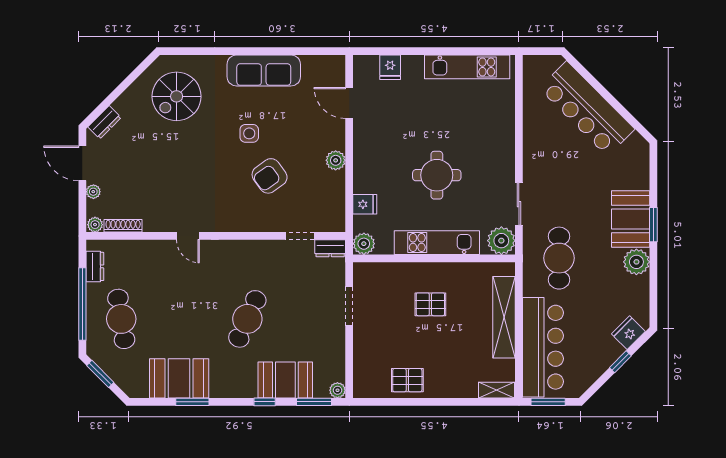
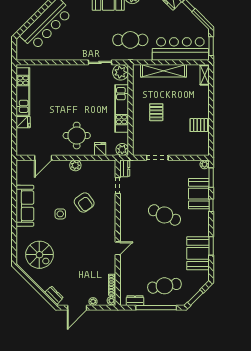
fridge: (390, 67) -> (23, 122), moved
round table: (437, 175) -> (77, 136), moved
pallet: (407, 380) -> (199, 125), turned 90

